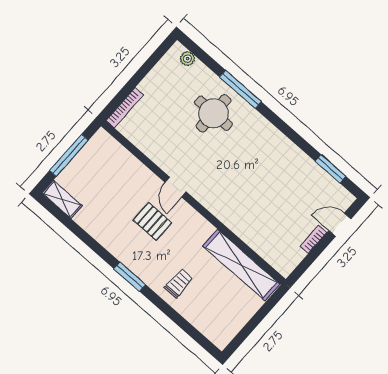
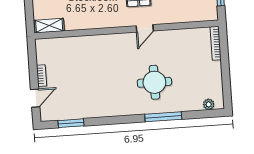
round table: (214, 113) -> (154, 82), moved
door: (175, 187) -> (145, 28), swing flipped
shelving: (241, 265) -> (49, 26), width x0.45, depth x0.75

